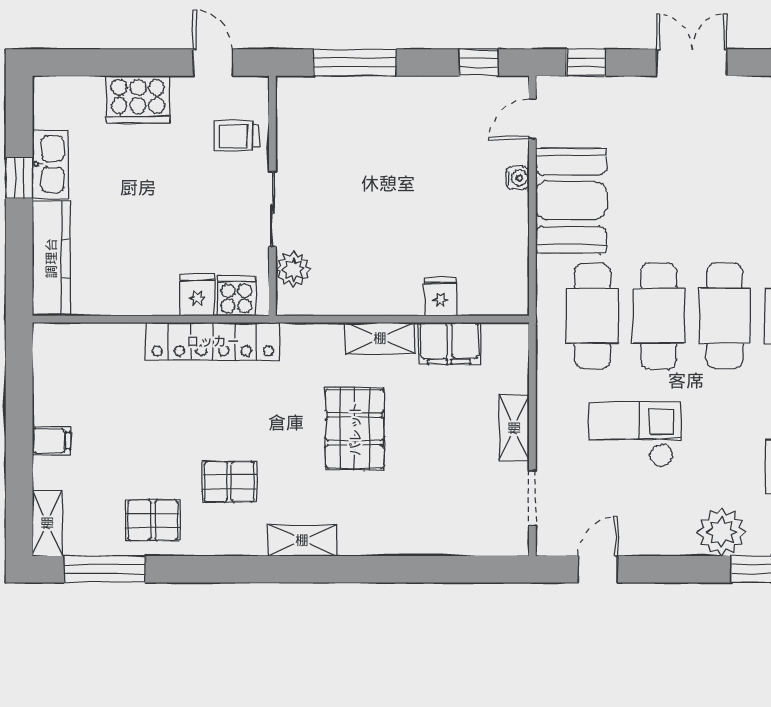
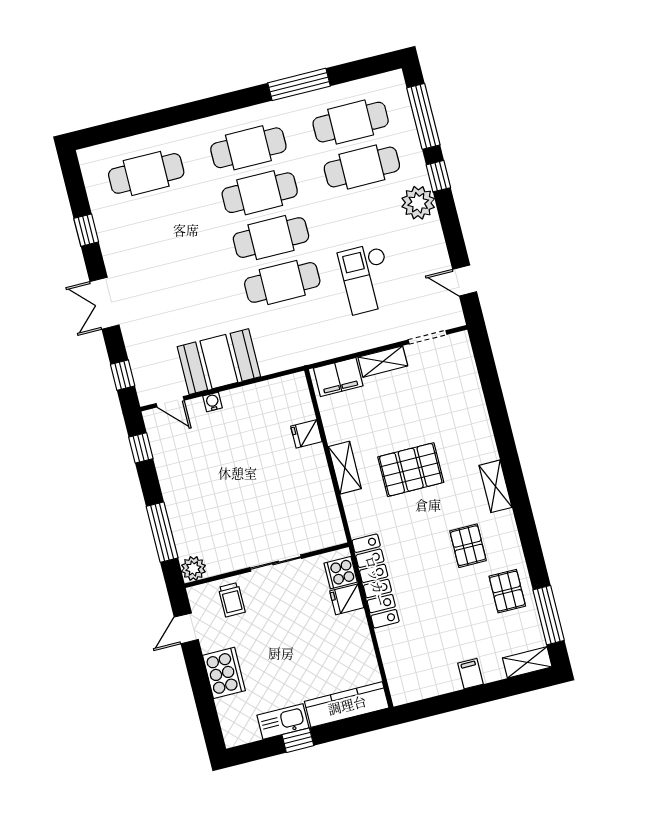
plant: (293, 269) -> (193, 568), moved
cafe table: (593, 316) -> (293, 327), removed
filing cabinet: (449, 343) -> (338, 377), moved, turned 90

